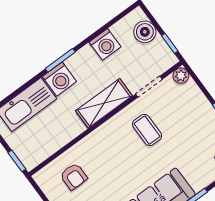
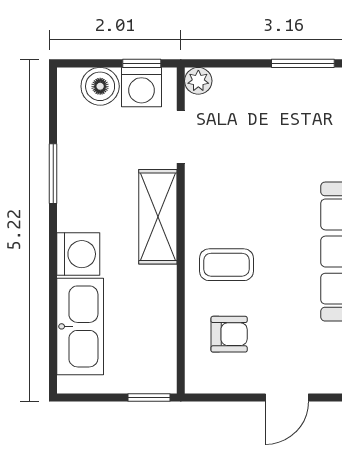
washing machine: (105, 44) -> (141, 87), moved, turned 90
window: (60, 60) -> (53, 174), moved
coffee table: (147, 130) -> (226, 265), moved

